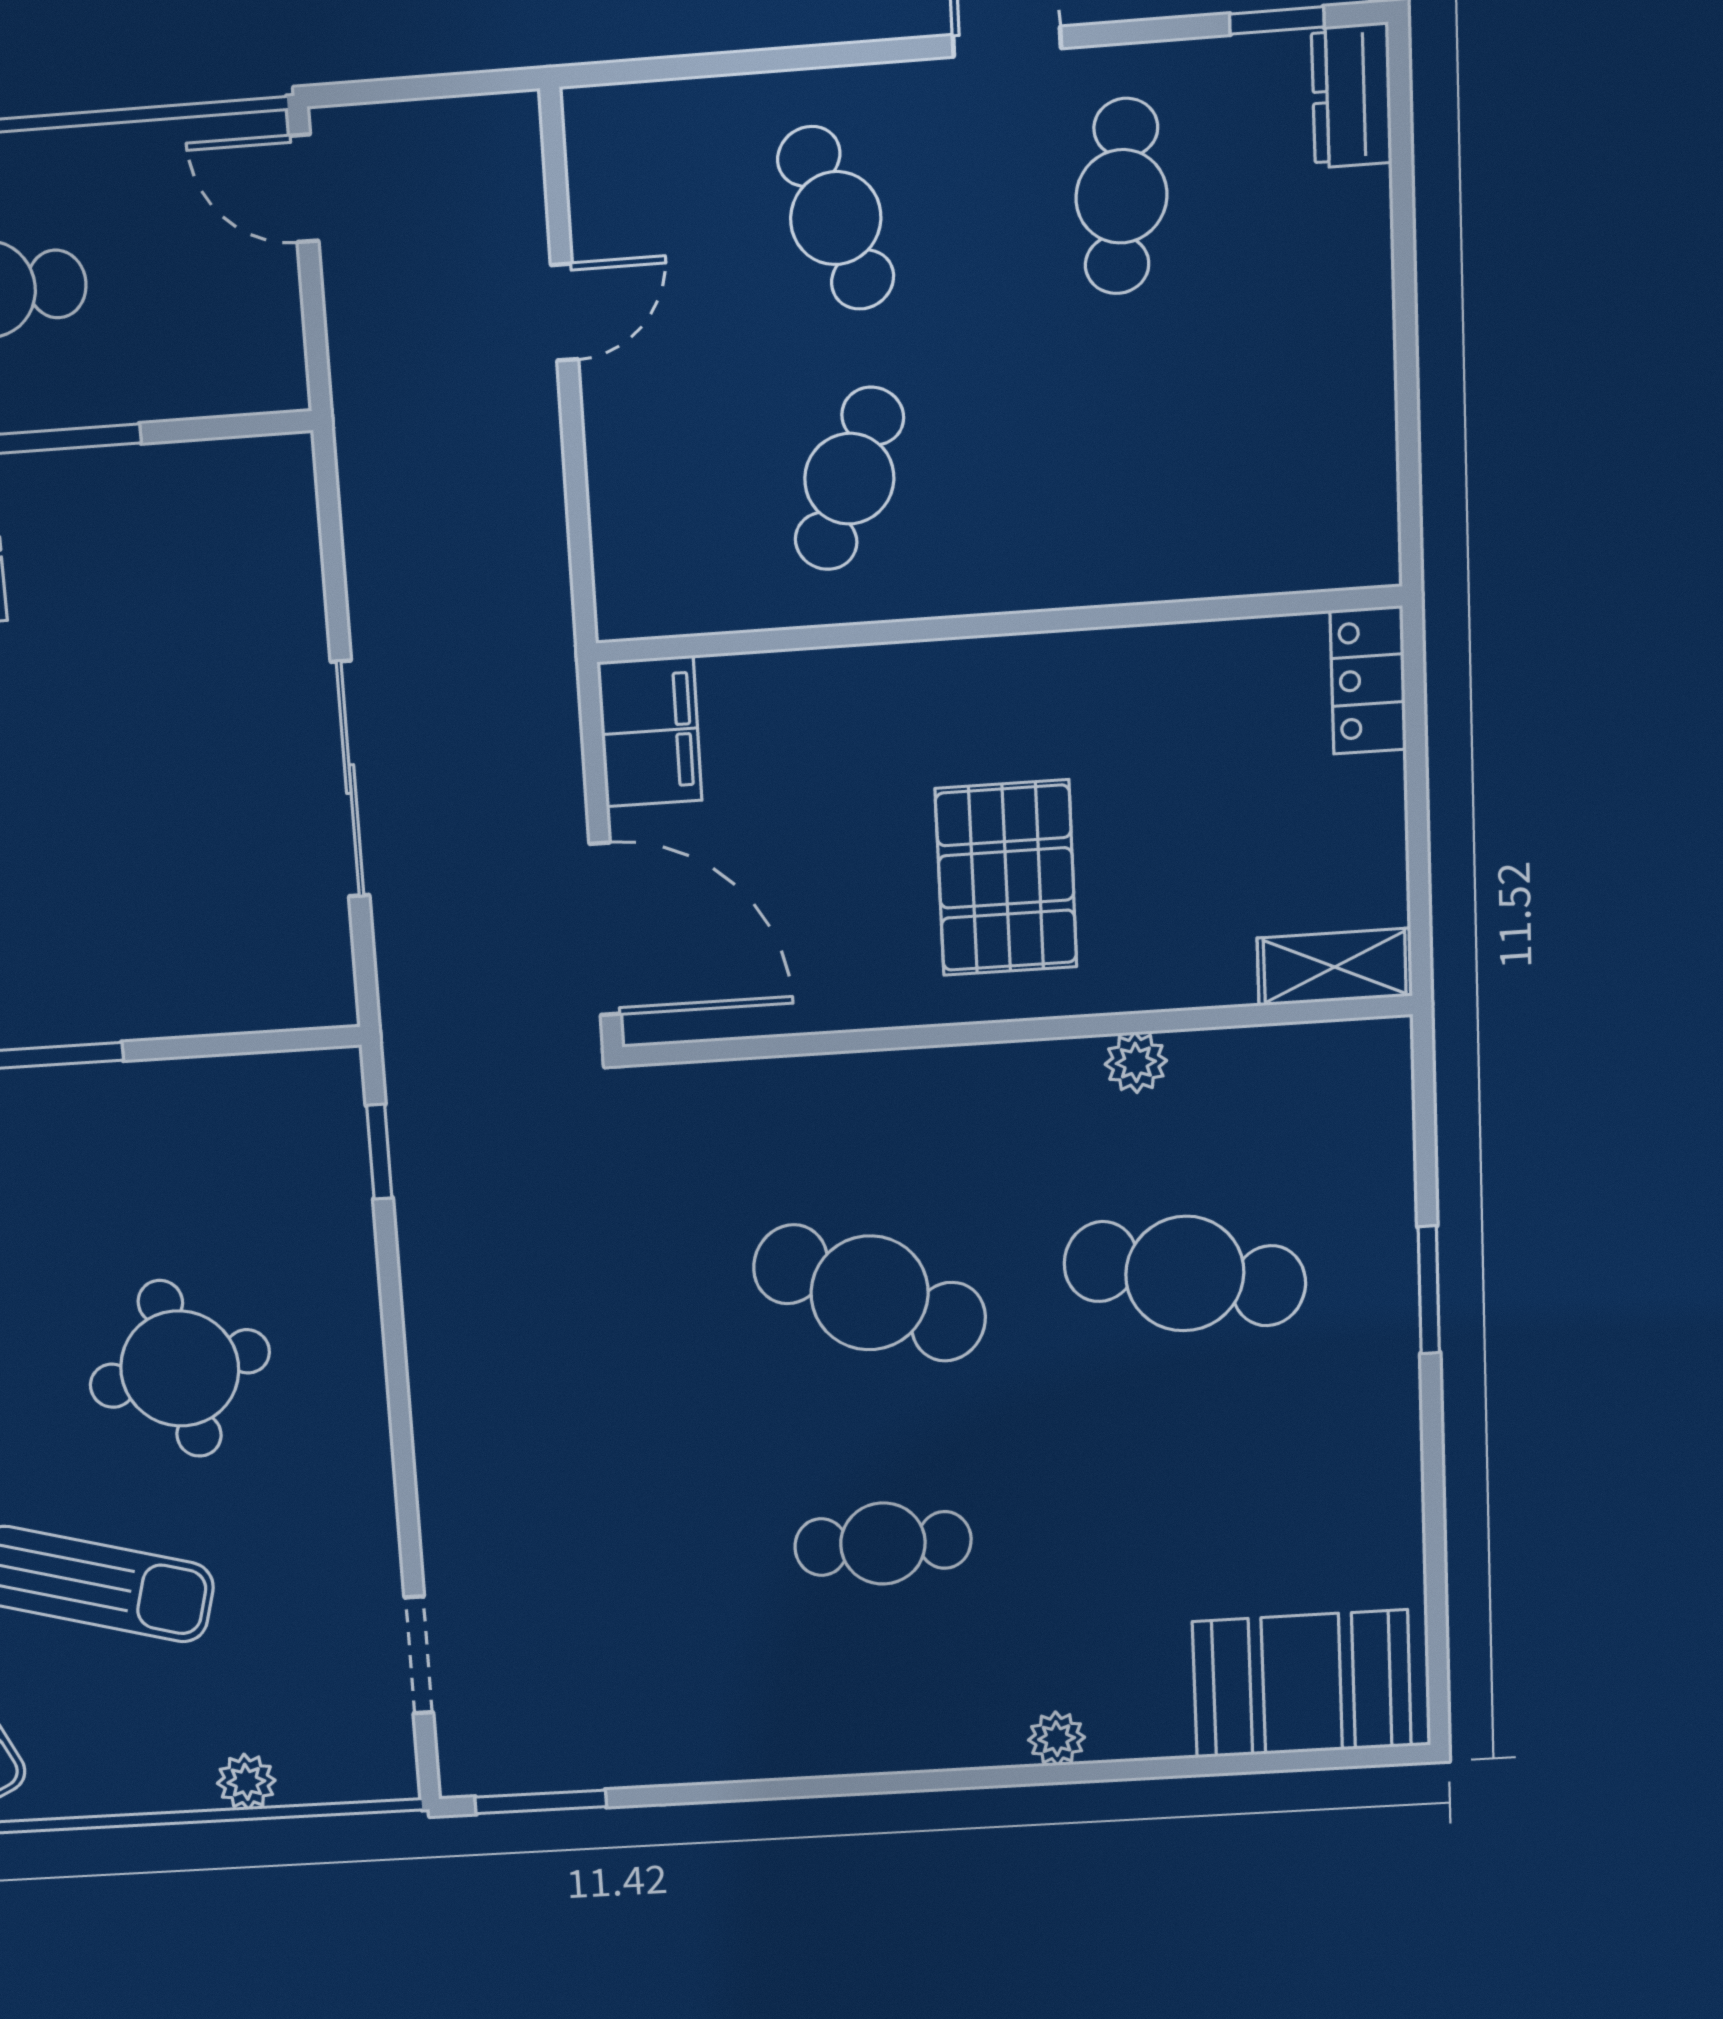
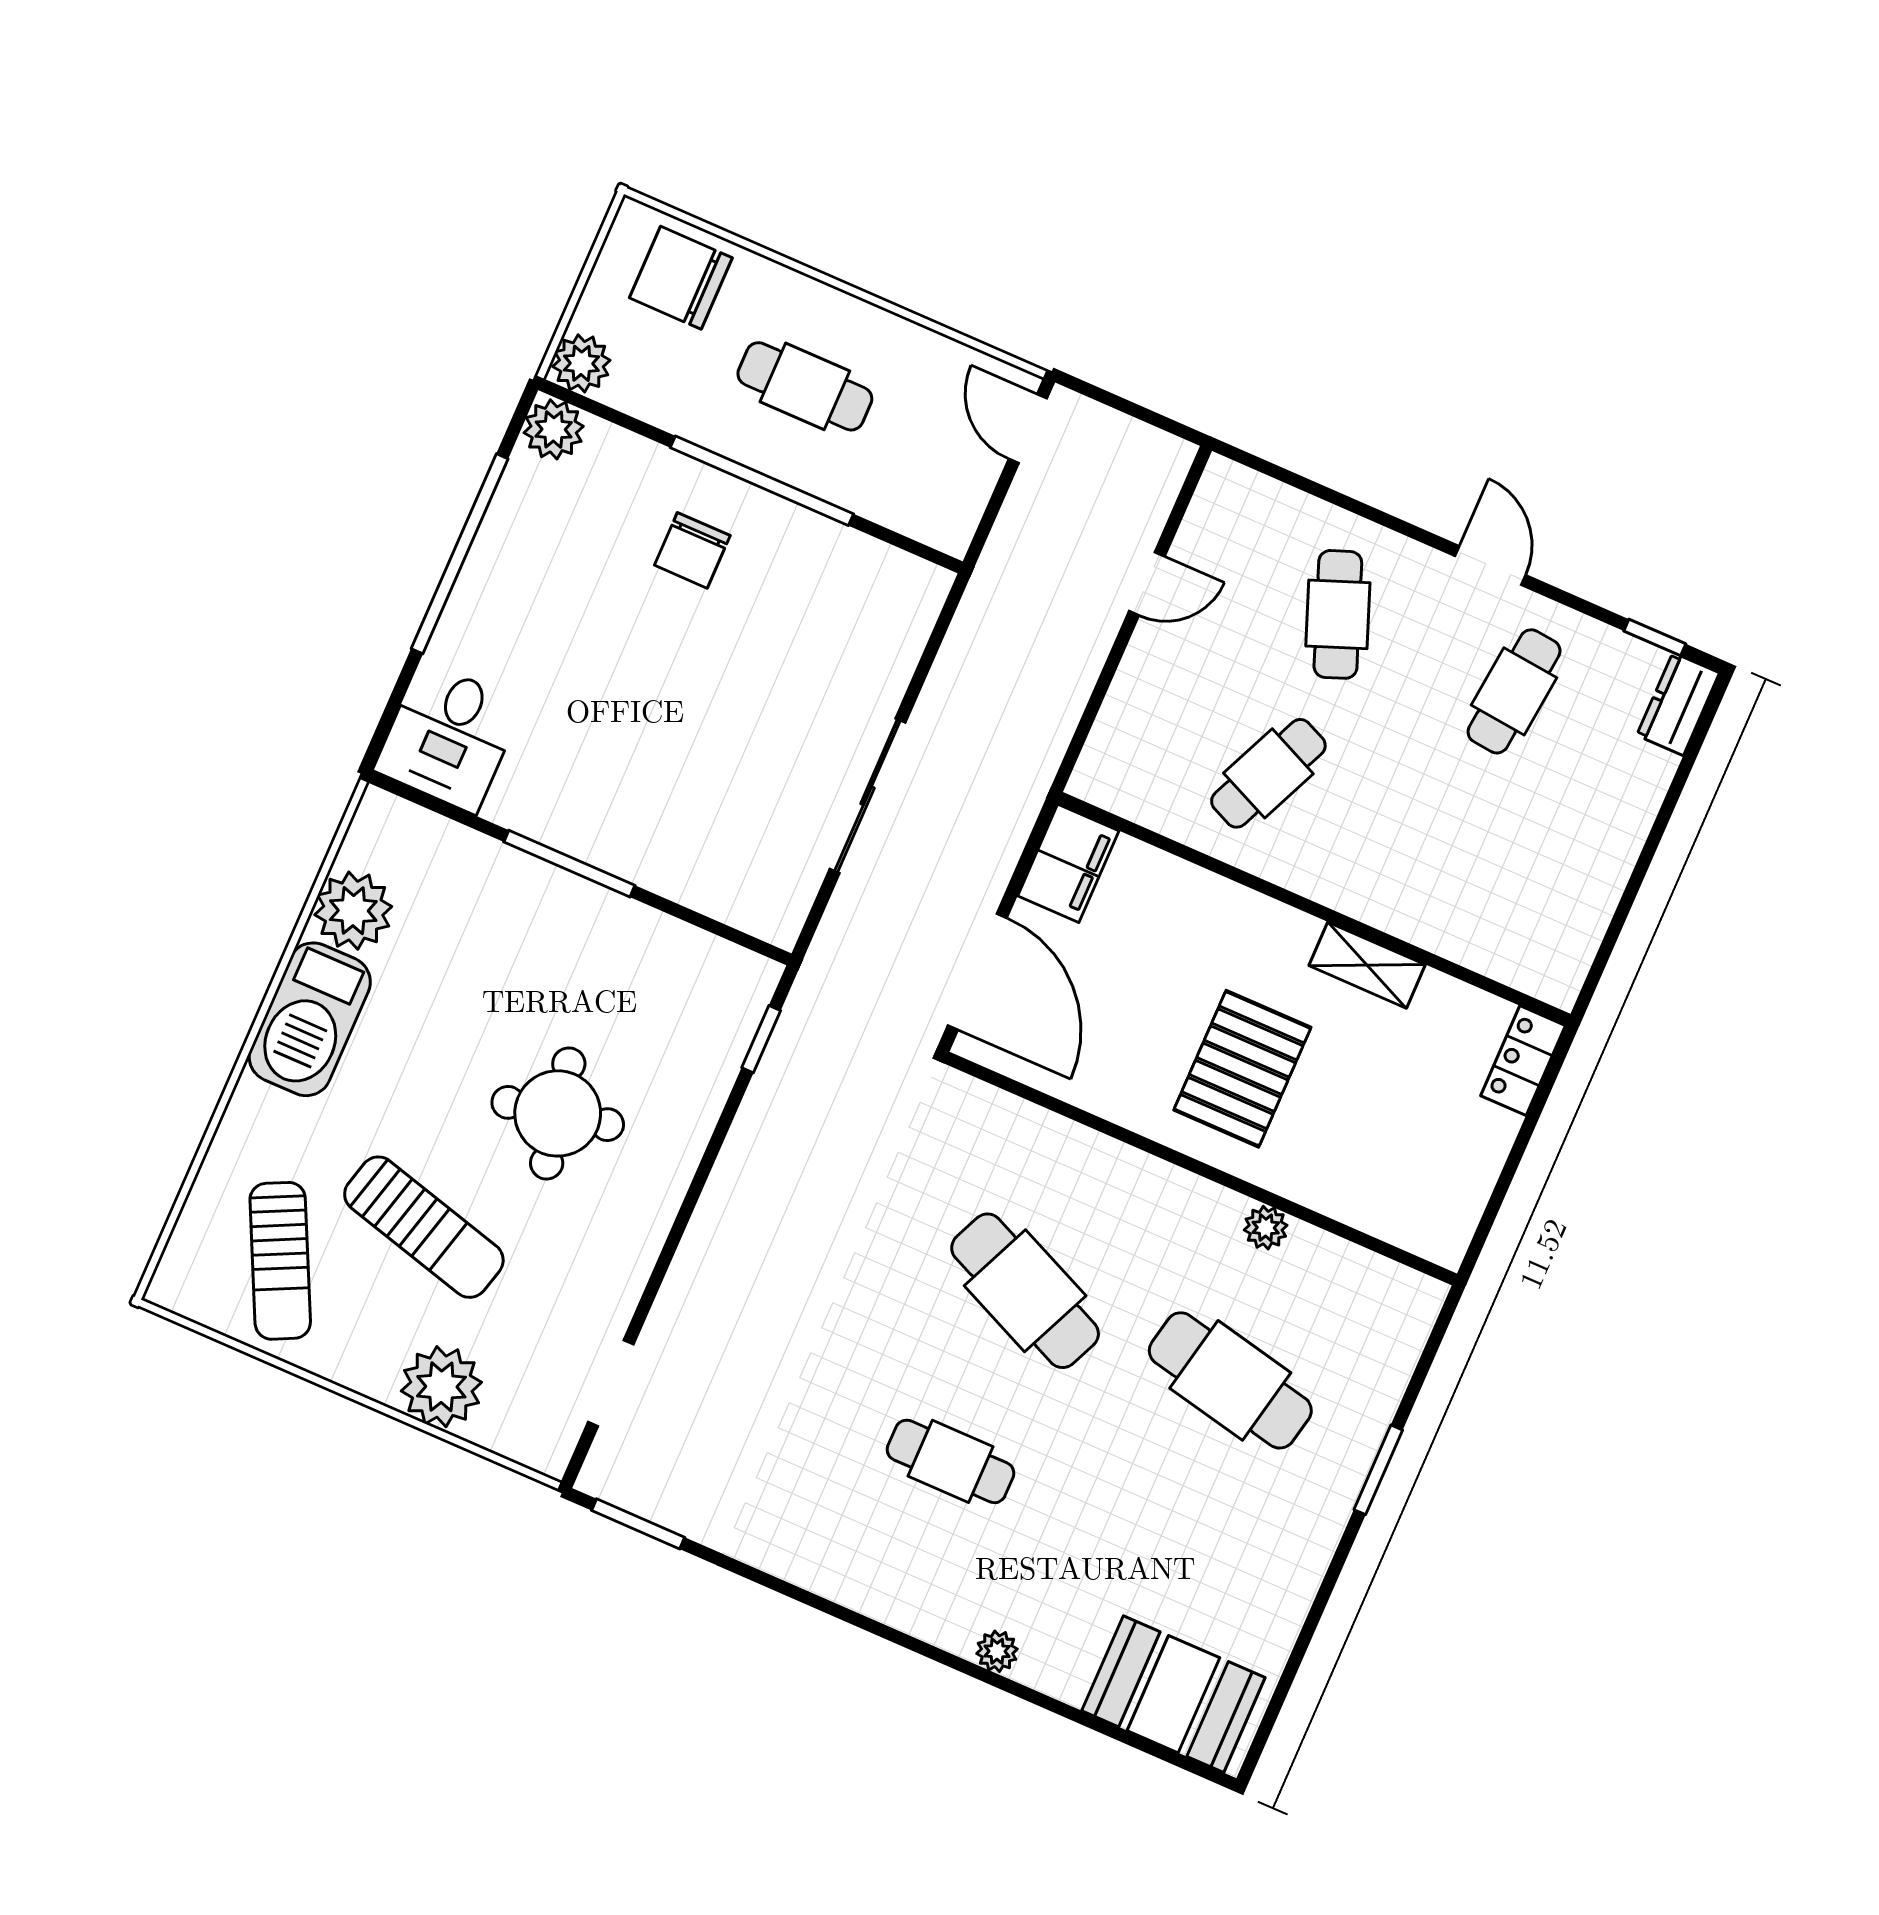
shelving: (1335, 967) -> (1367, 965), moved
plant: (246, 1782) -> (441, 1387), width x1.87, depth x1.87

